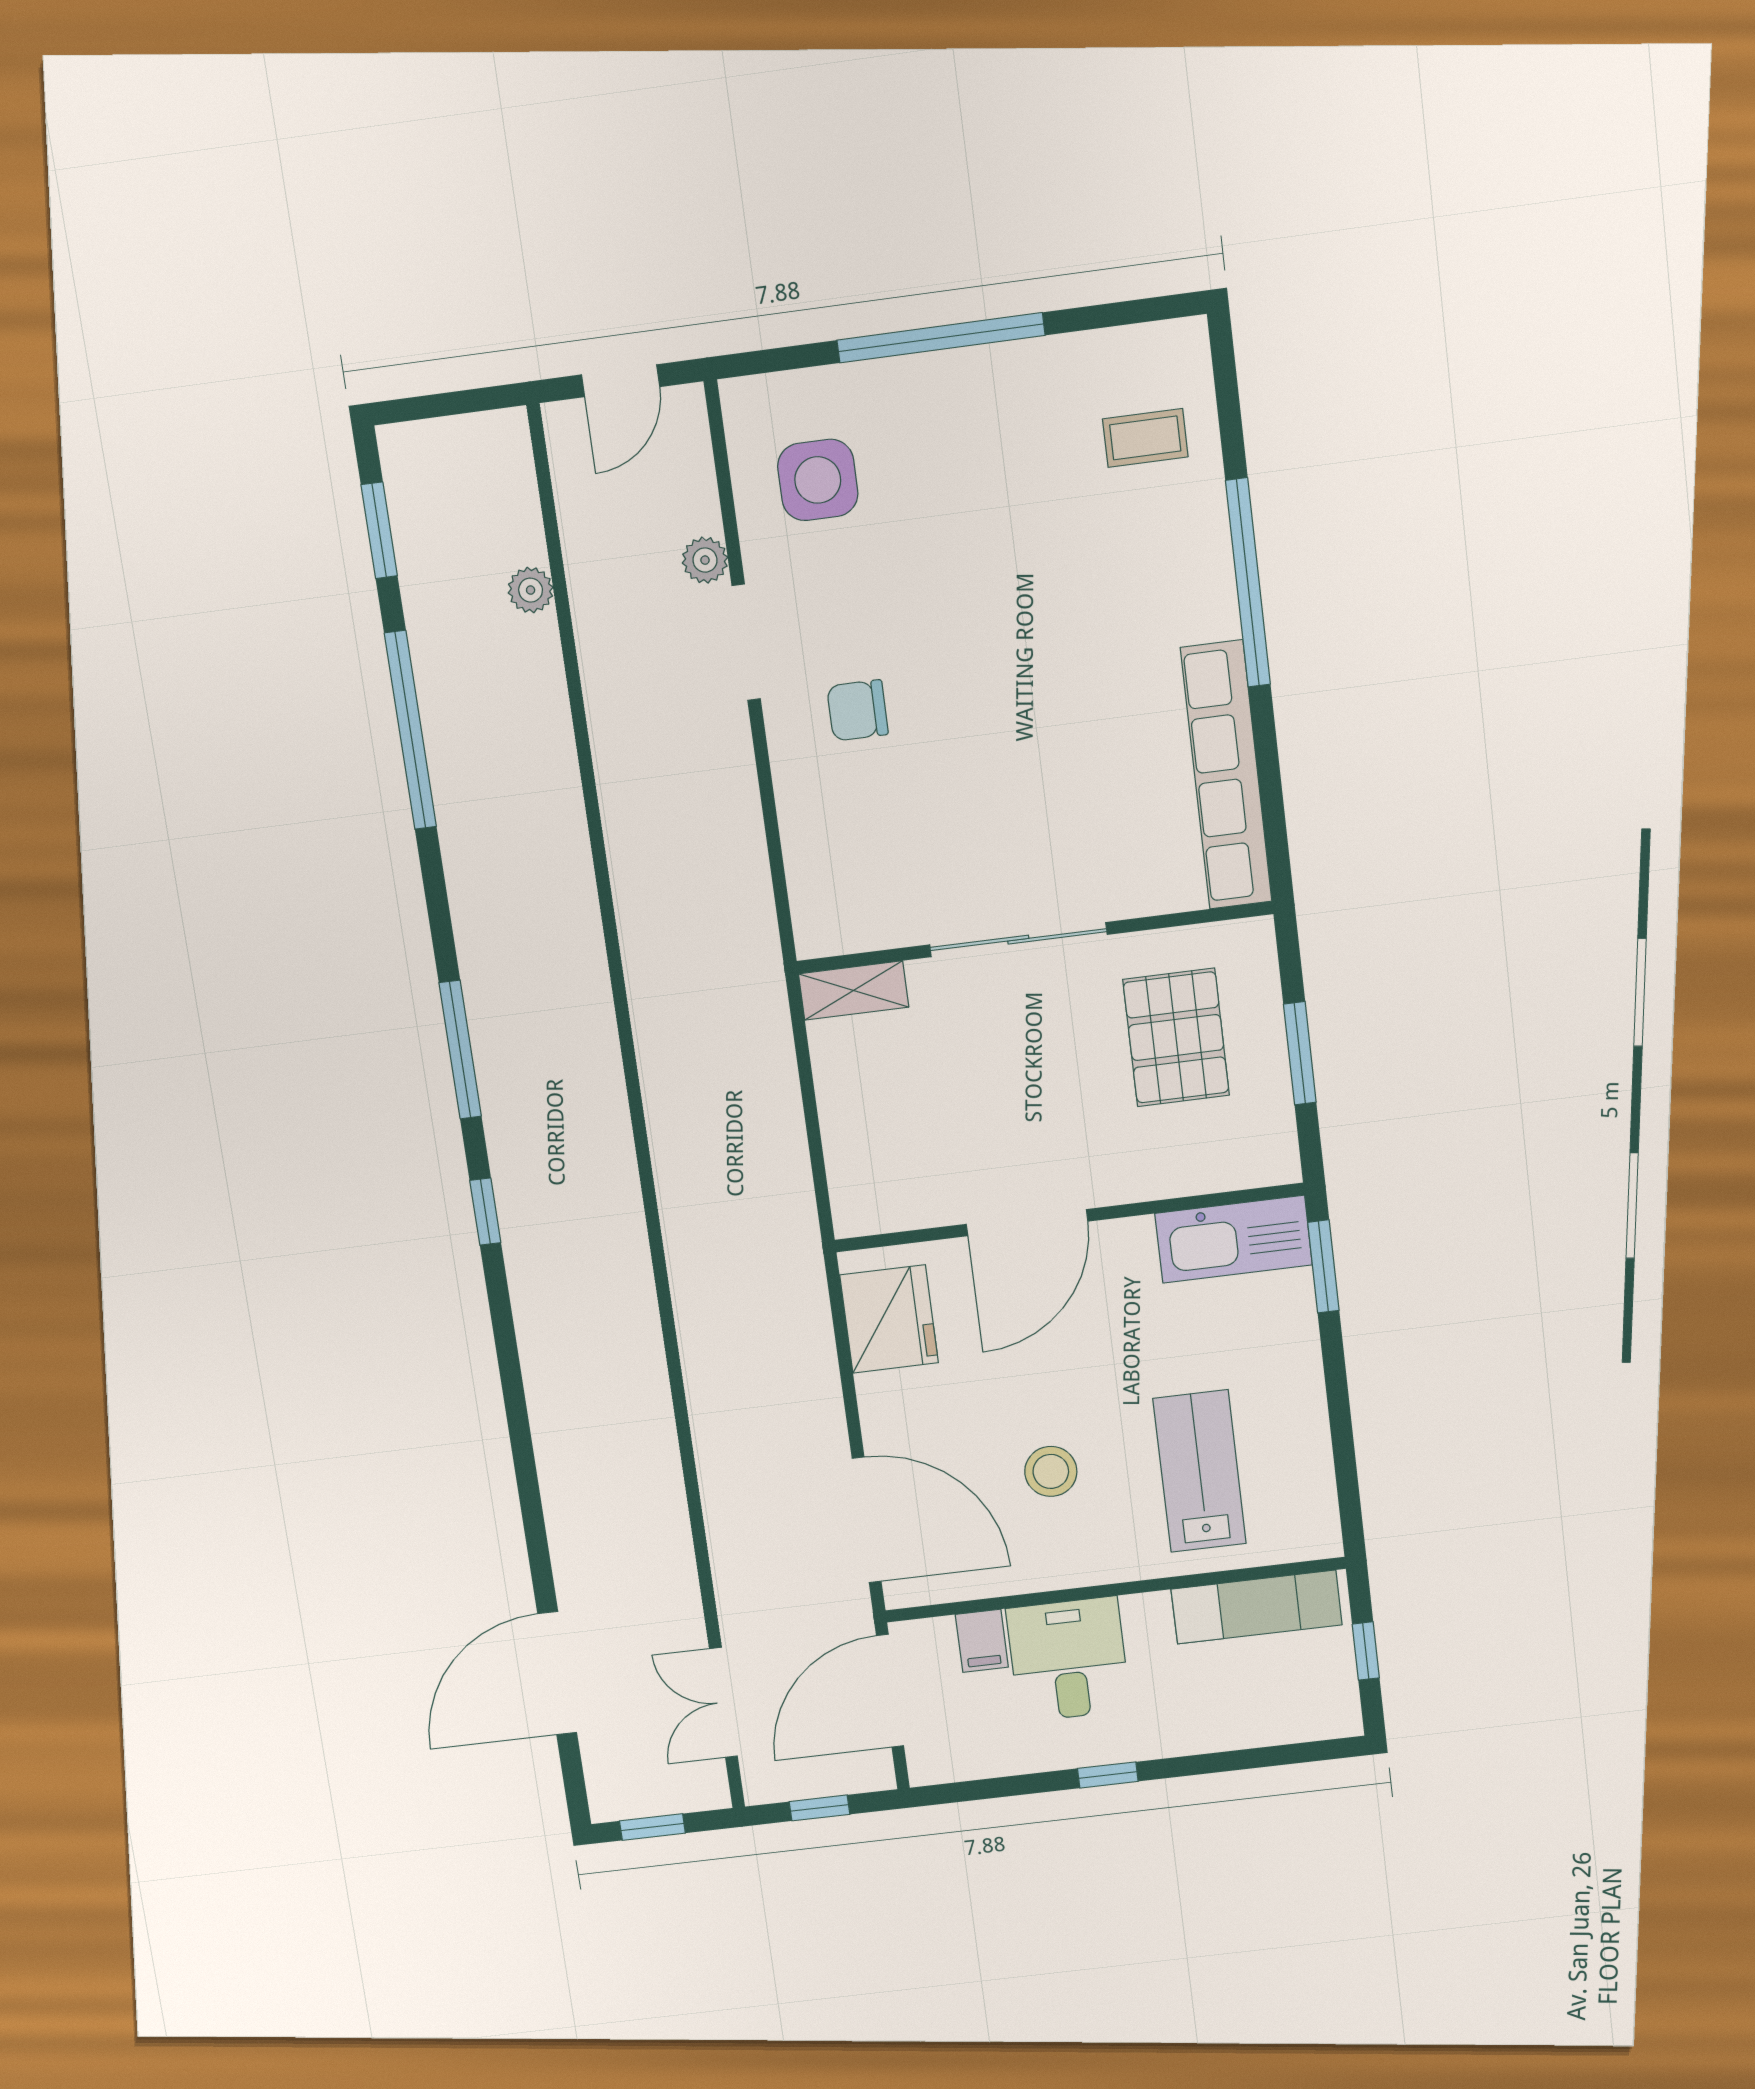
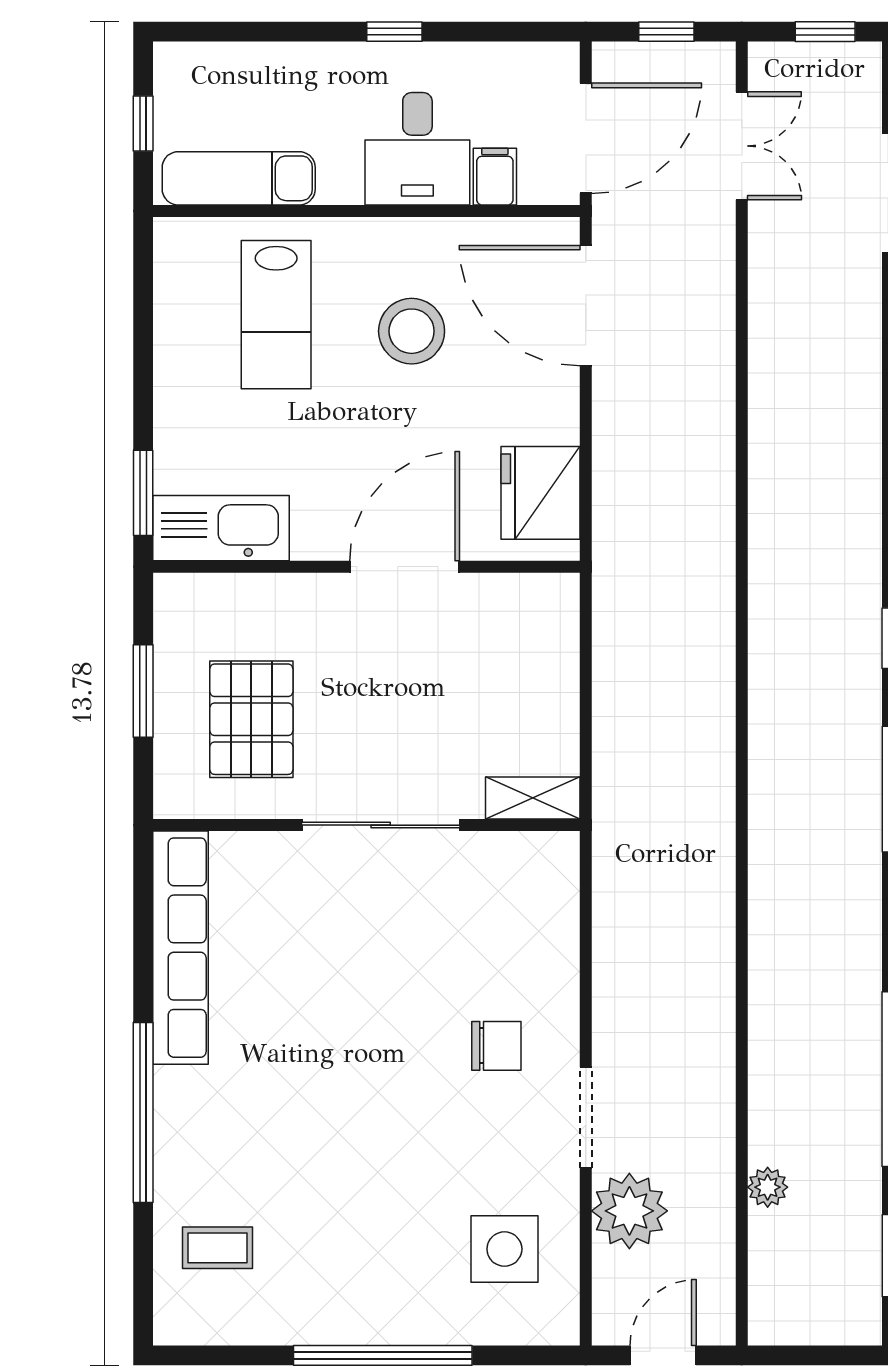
plant: (705, 560) -> (629, 1211), width x1.88, depth x1.88
stool: (1051, 1471) -> (412, 331), width x1.38, depth x1.38

